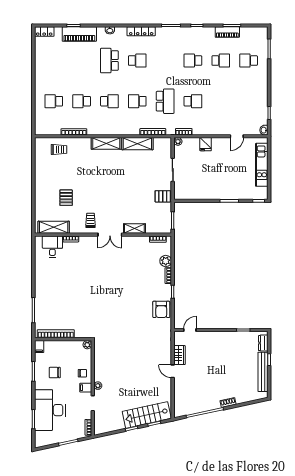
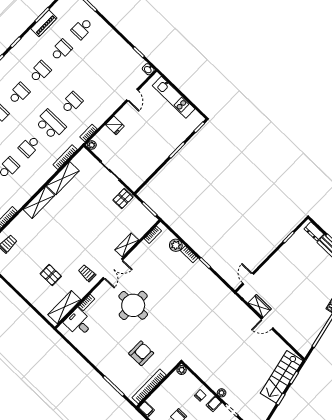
school desk: (165, 61) -> (19, 94), added
school desk: (193, 61) -> (40, 72), turned 180
round table: (99, 271) -> (133, 305), added
armchair: (161, 309) -> (141, 353), moved, turned -90

